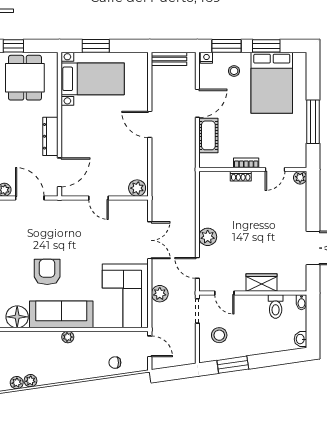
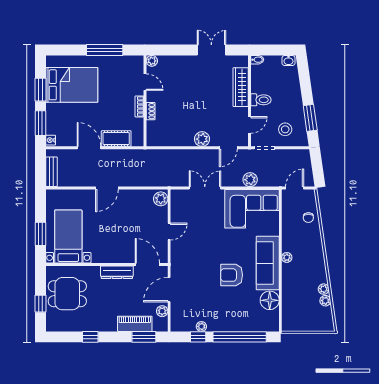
stool: (234, 71) -> (62, 117), removed
wardrobe: (261, 283) -> (241, 87), width x1.50
toilet: (276, 306) -> (261, 100), moved

